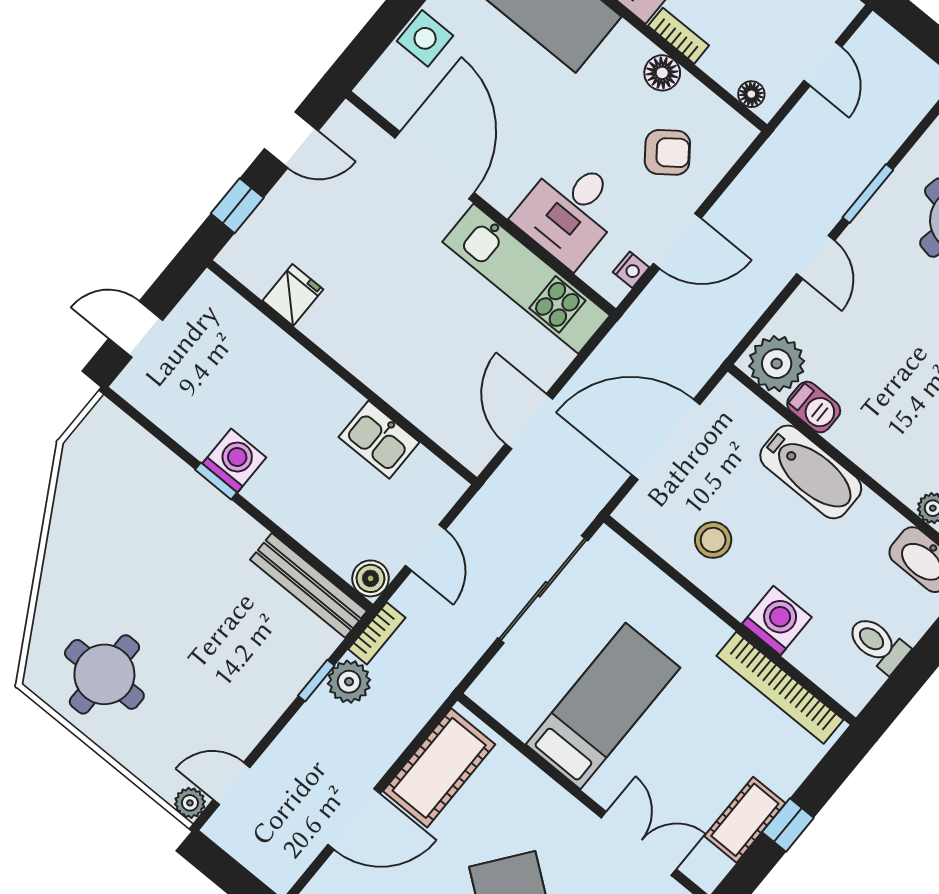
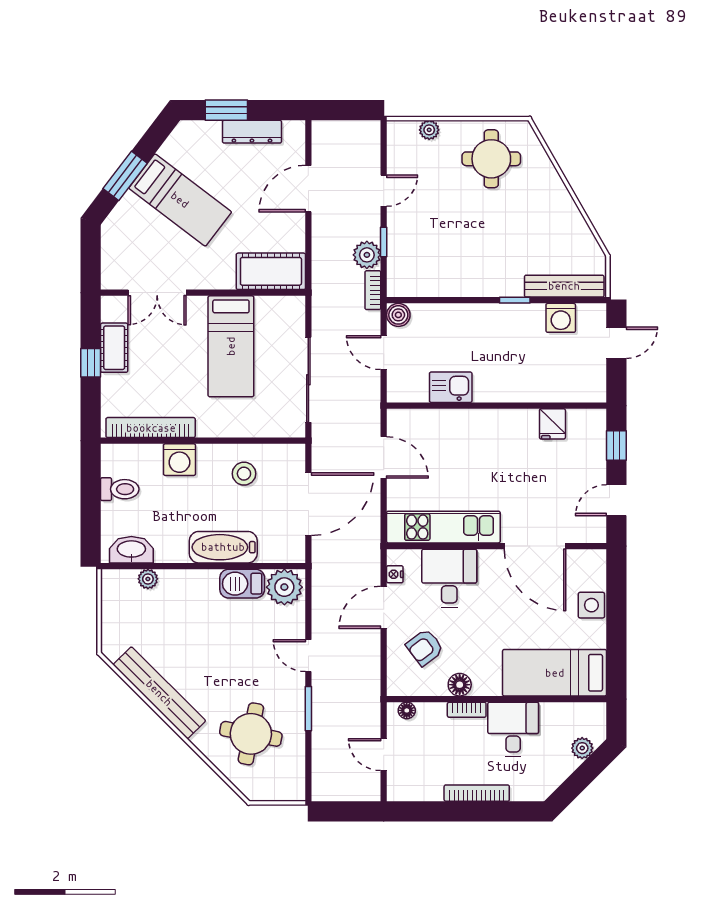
barbecue: (814, 407) -> (242, 584), width x1.38, depth x1.27
washing machine: (234, 461) -> (561, 318), moved
bench: (308, 585) -> (564, 286), moved
cot: (439, 768) -> (271, 271), moved, turned 90
door: (232, 784) -> (384, 191), moved
plant: (190, 803) -> (429, 130), moved

